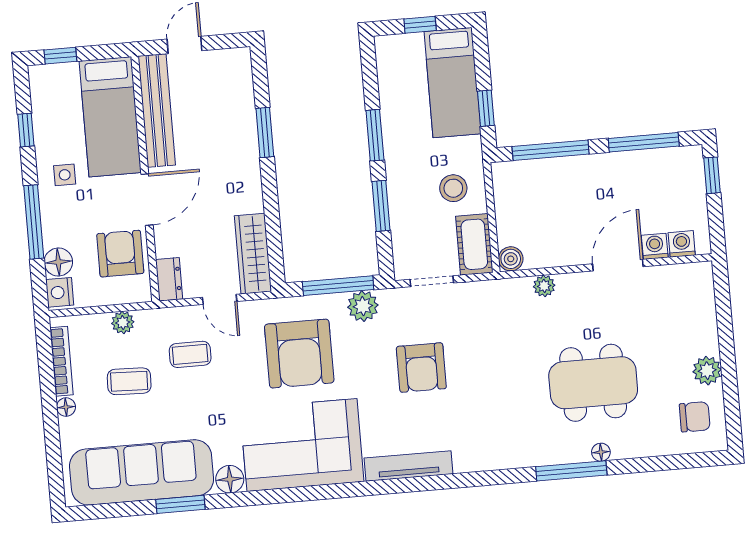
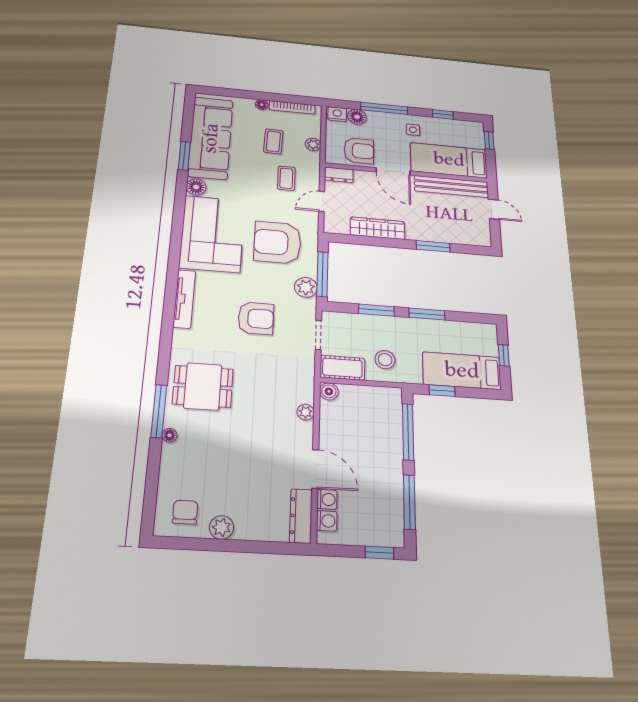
wardrobe: (253, 254) -> (378, 228), moved
dresser: (680, 276) -> (301, 516), added
armchair: (421, 368) -> (256, 318), turned 180
dining table: (593, 383) -> (203, 386), moved, width x0.73
chair: (695, 417) -> (185, 512), turned 180

